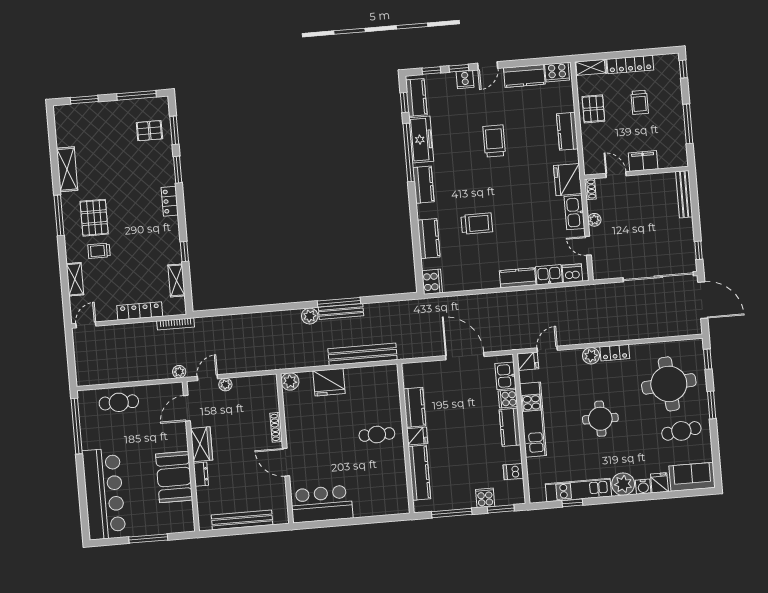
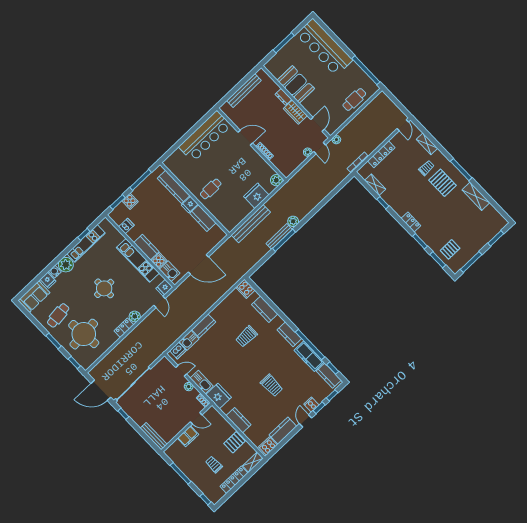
pallet: (593, 109) -> (235, 442), turned 90
bar counter: (322, 504) -> (205, 136), width x1.36

